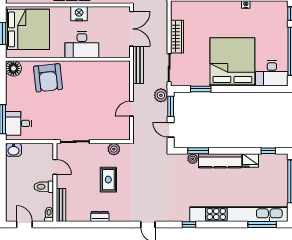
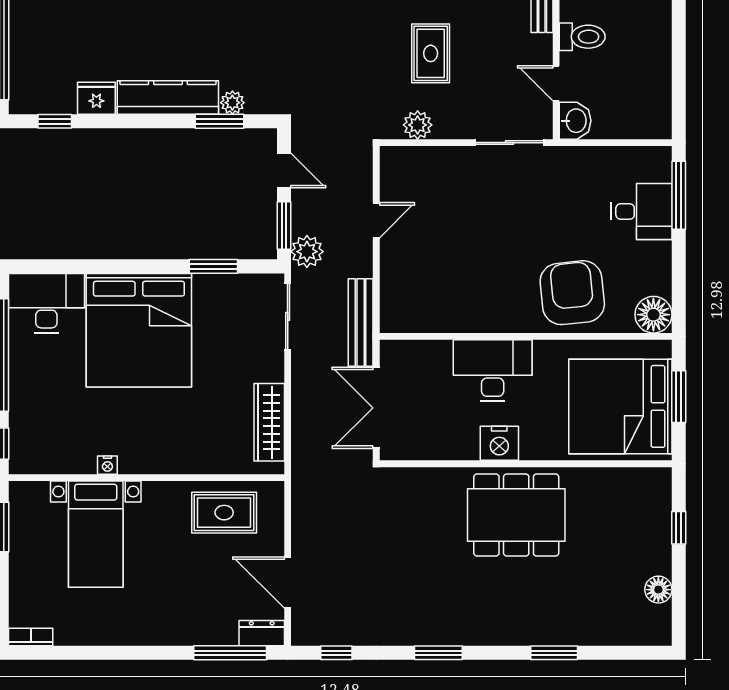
wardrobe: (177, 37) -> (269, 422), moved
desk: (19, 123) -> (642, 211), moved
washbasin: (14, 150) -> (575, 121), moved, turned 90

